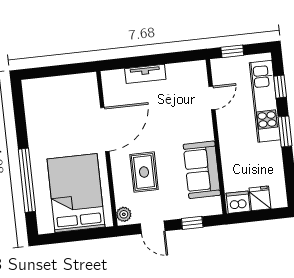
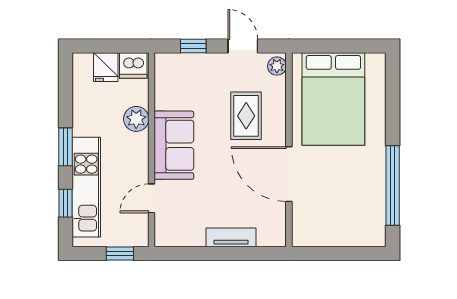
door: (105, 129) -> (289, 174), hinge flipped
plant: (231, 160) -> (136, 119), added
sofa: (202, 170) -> (174, 145), moved
window: (27, 180) -> (393, 185), moved

